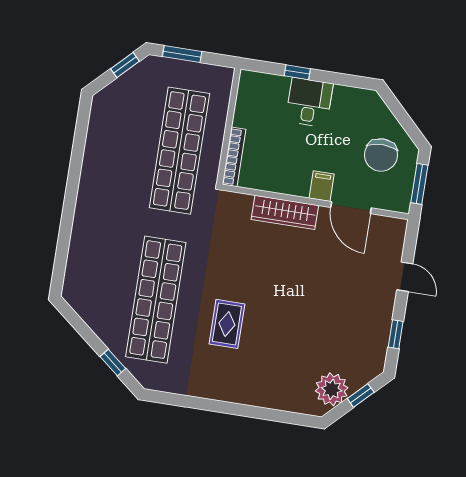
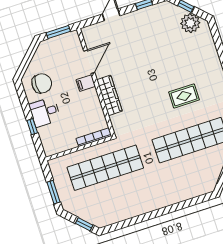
window: (125, 65) -> (84, 224), moved
chair: (381, 155) -> (42, 83), moved

